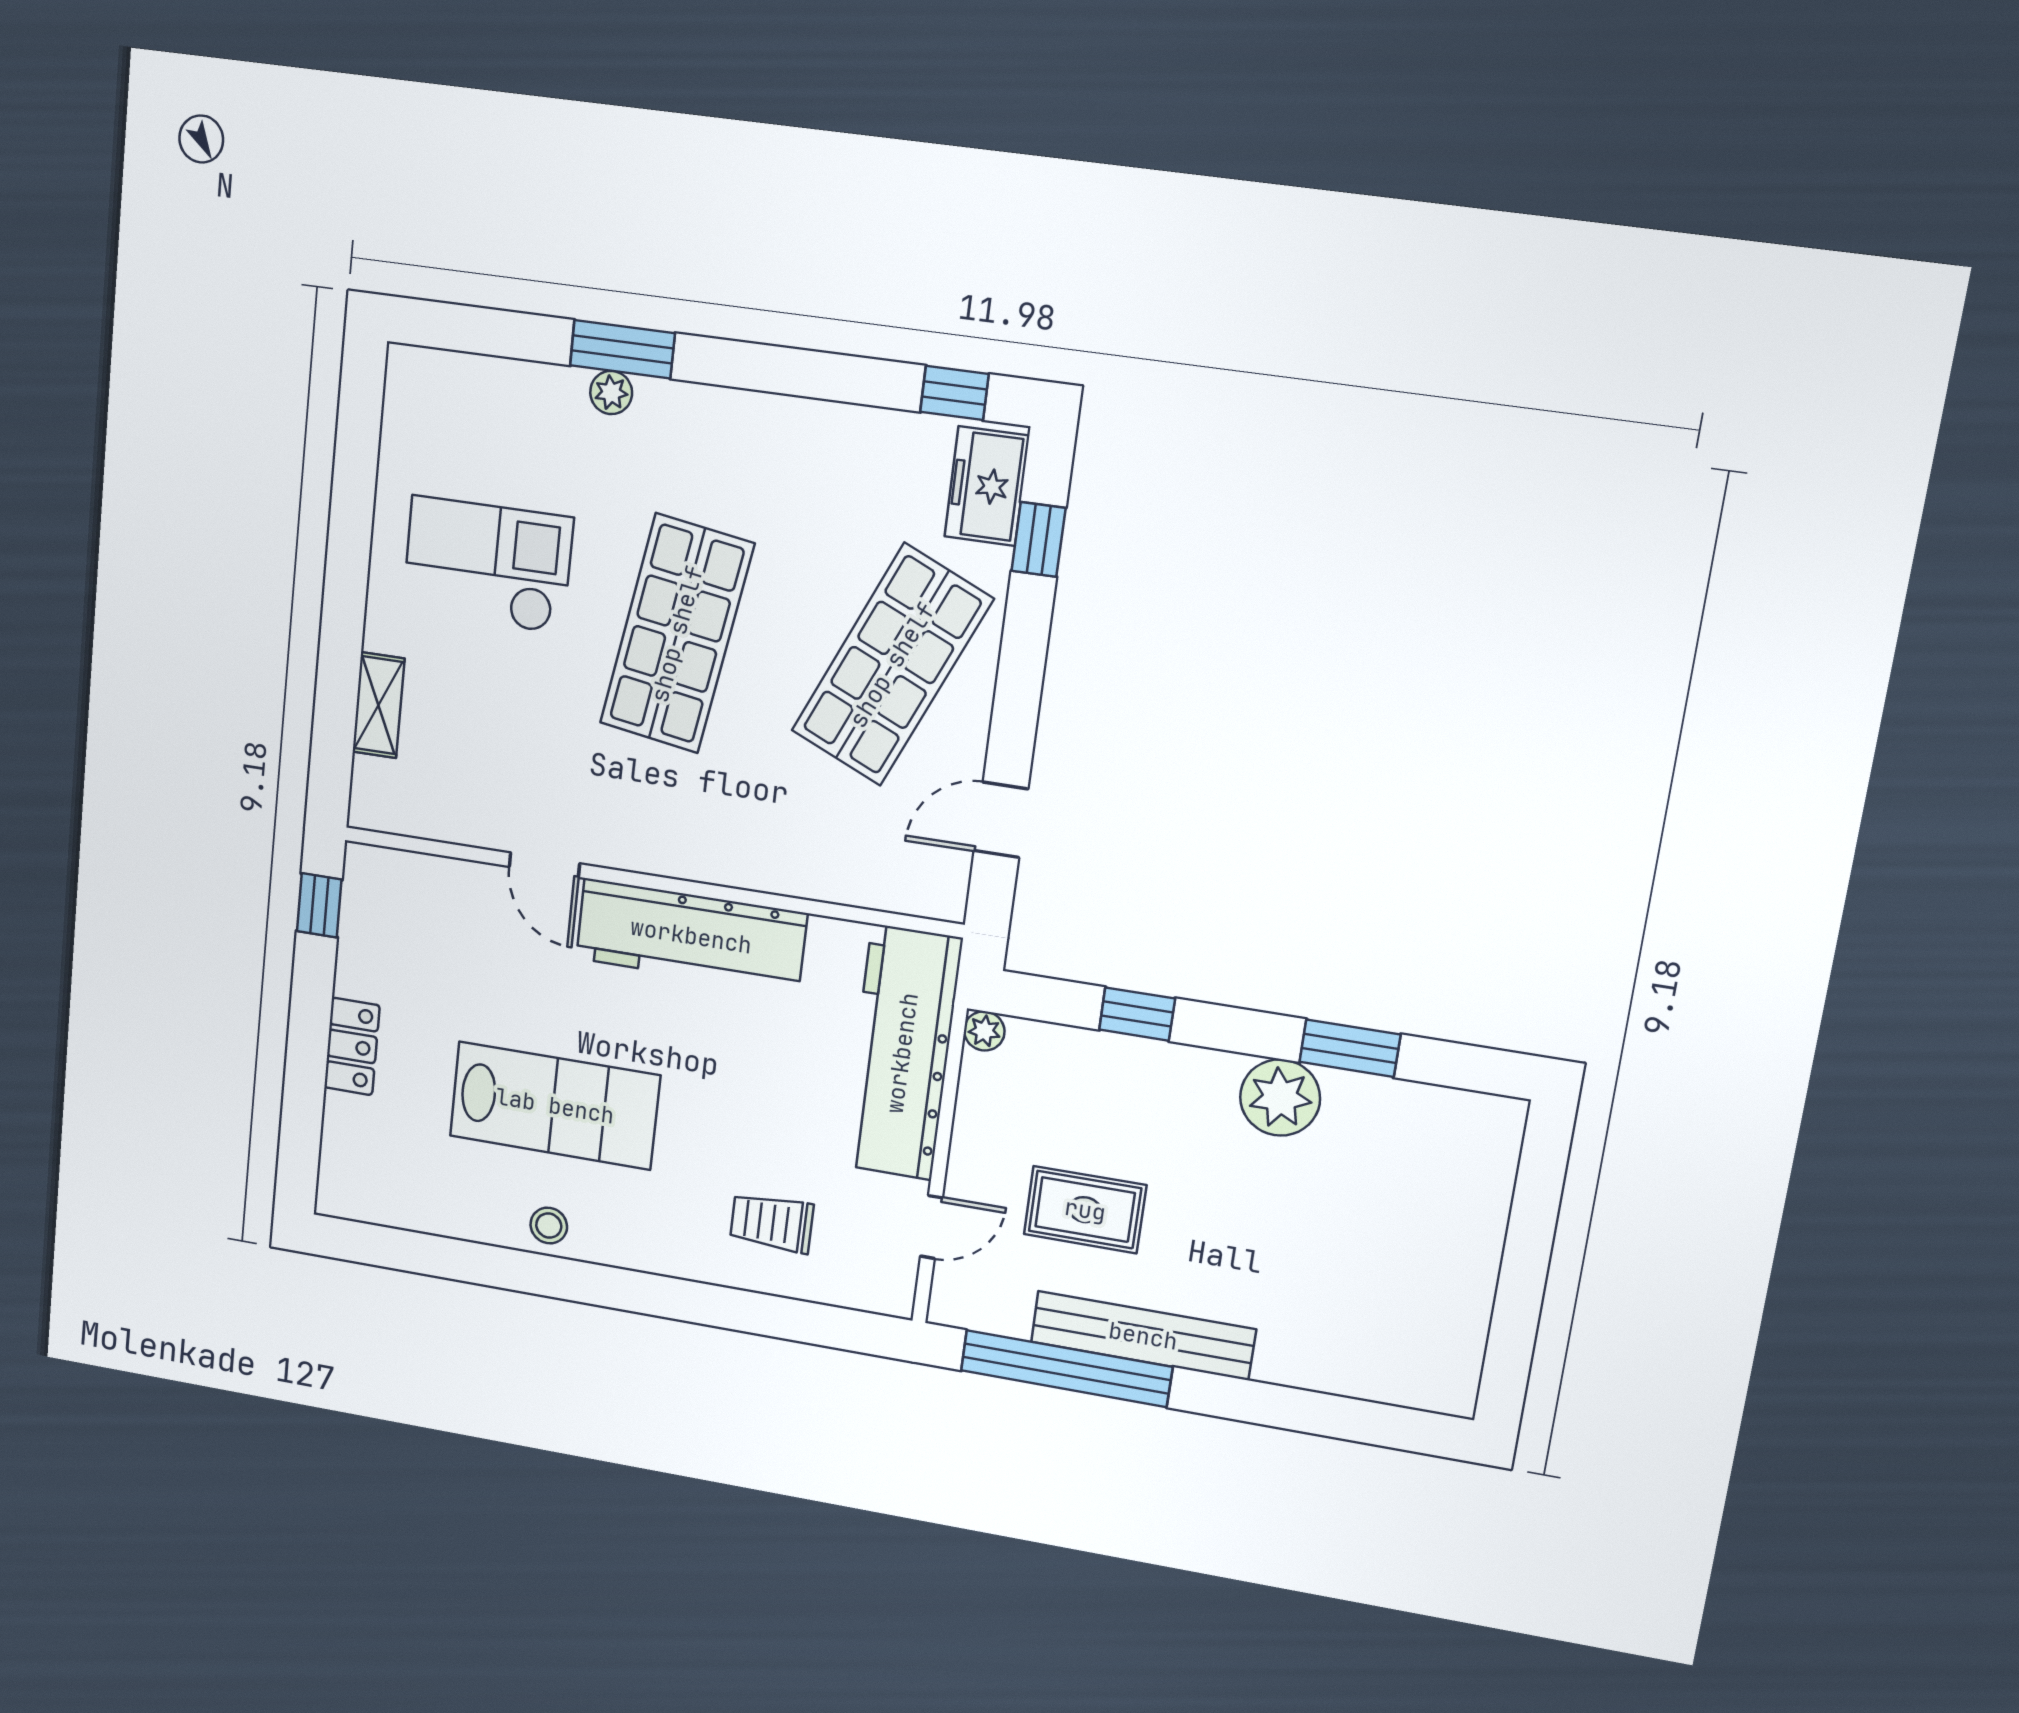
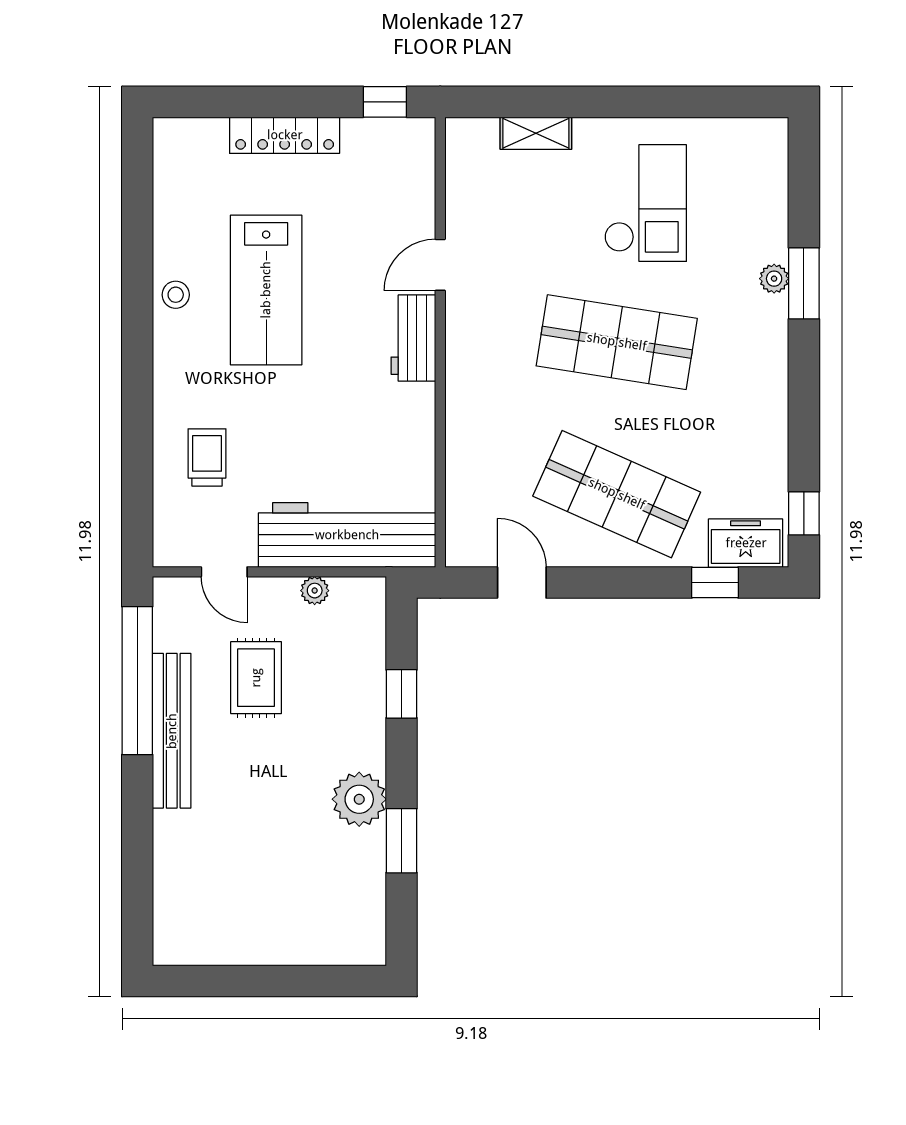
workbench: (691, 936) -> (413, 338), width x0.53, depth x0.76
plant: (984, 1031) -> (315, 591), moved
locker: (352, 1046) -> (285, 135), width x1.53

